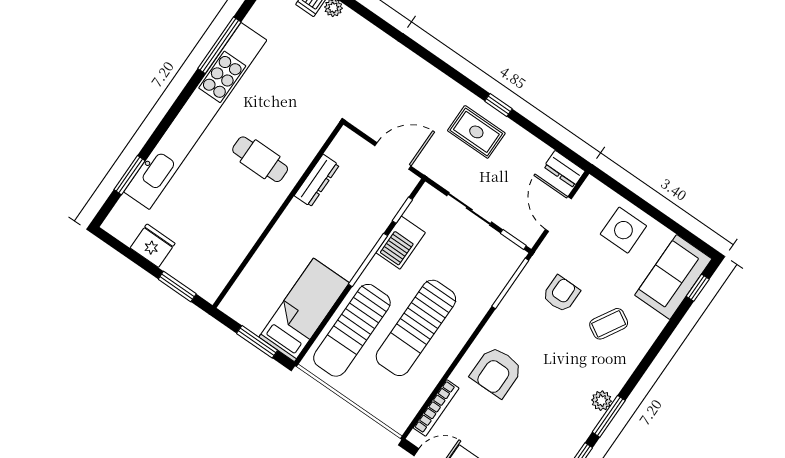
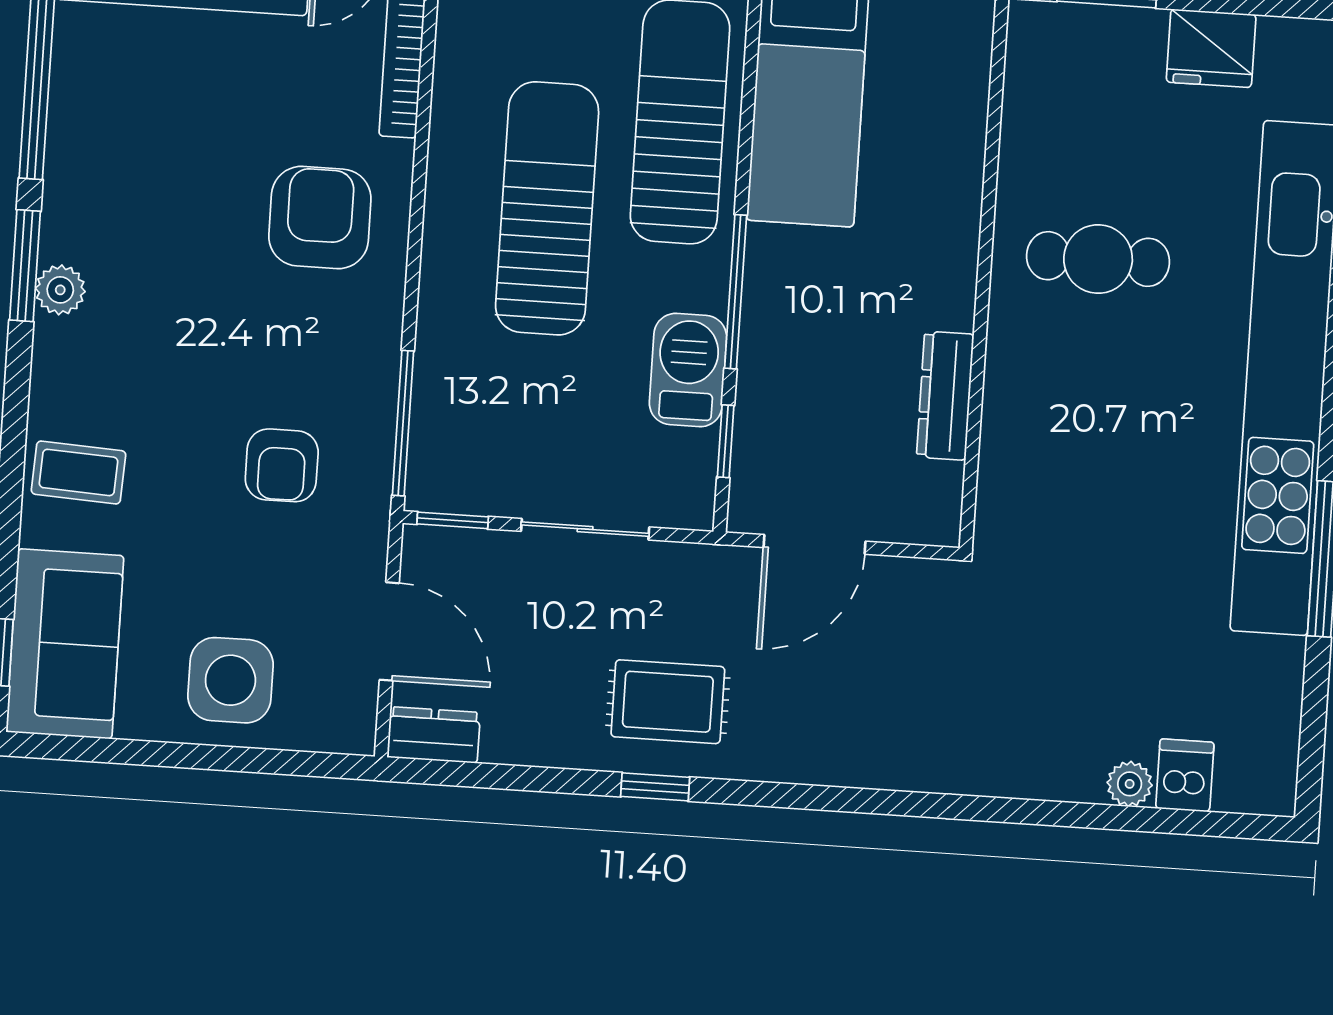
cafe table: (260, 159) -> (1098, 259), moved
coffee table: (609, 324) -> (78, 472), moved, turned 63

